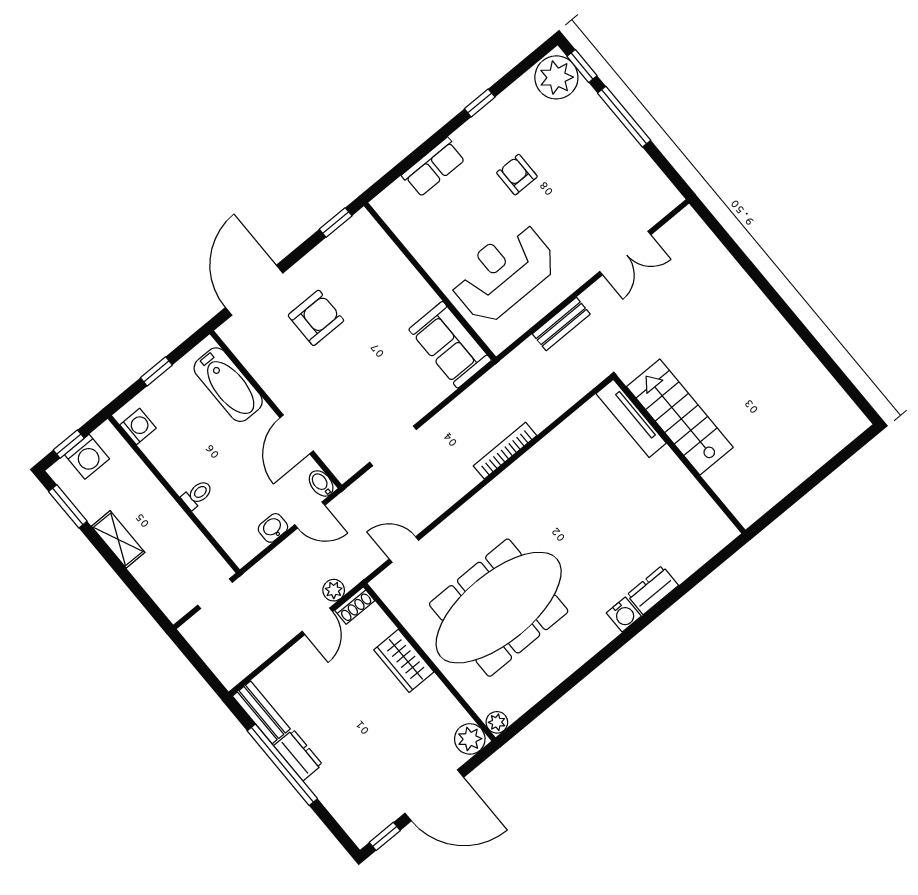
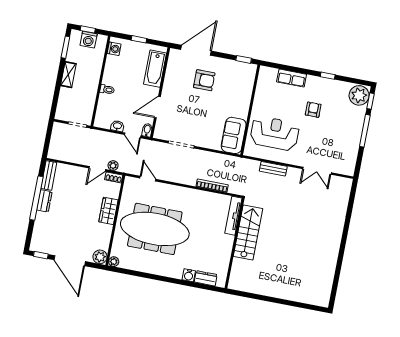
stairs: (680, 417) -> (248, 232), moved
tv unit: (631, 418) -> (233, 216), moved
wall: (679, 455) -> (235, 243), moved

